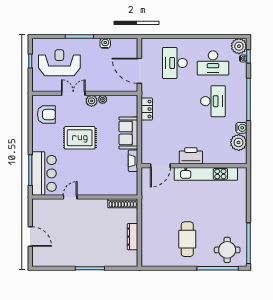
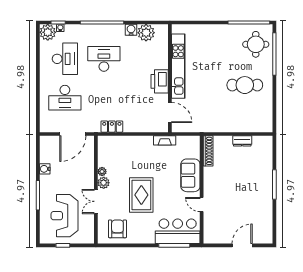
sofa: (128, 133) -> (190, 175), moved, turned 90
dresser: (133, 237) -> (242, 141), width x0.70

